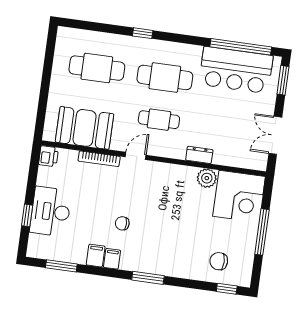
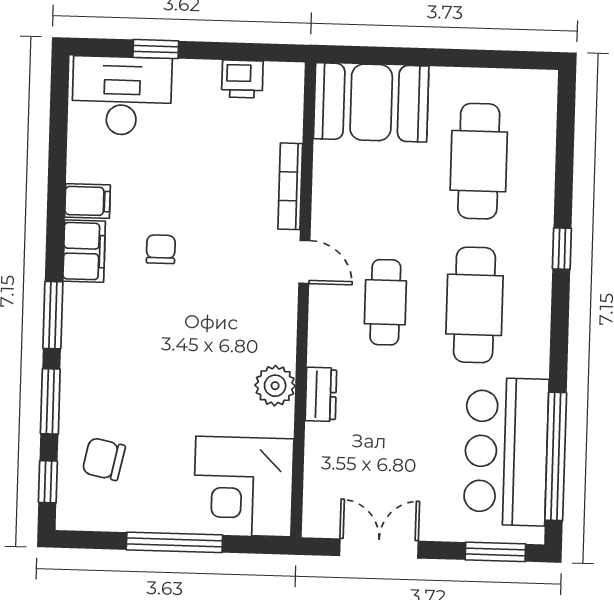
booth: (85, 128) -> (371, 102), moved, turned 90
printer: (49, 156) -> (242, 79), moved
plant: (207, 178) -> (275, 386), moved
desk: (51, 211) -> (122, 96), moved
filing cabinet: (112, 259) -> (84, 251), width x2.00
chair: (219, 261) -> (104, 459), turned -78
window: (61, 266) -> (50, 401), moved

